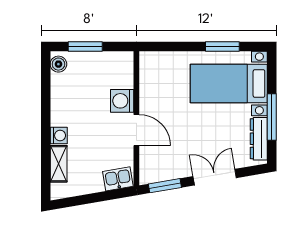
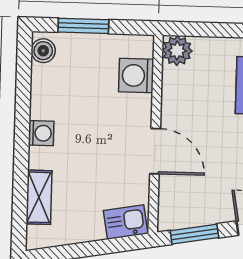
plant: (149, 61) -> (177, 51), added
washing machine: (122, 101) -> (136, 76), moved
washing machine: (59, 136) -> (41, 133), moved

